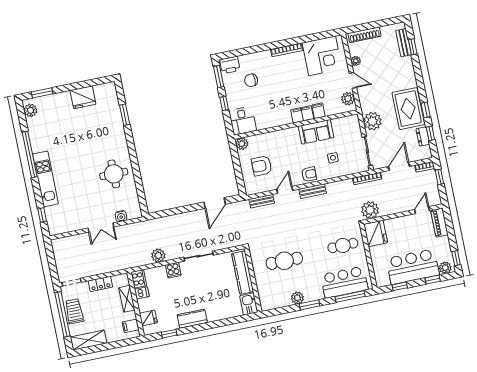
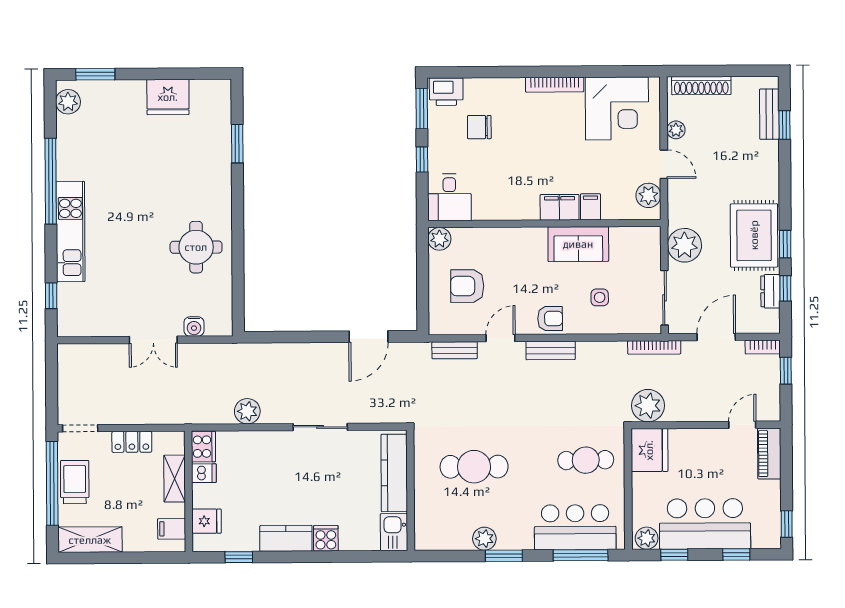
plant: (445, 268) -> (647, 538), moved
cooker: (173, 270) -> (326, 538), moved, turned 180

